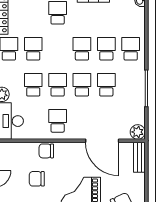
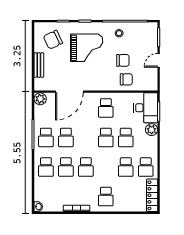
school desk: (82, 85) -> (46, 137), moved
door: (102, 141) -> (69, 92), swing flipped
chair: (46, 151) -> (126, 79), moved
bench: (139, 157) -> (39, 65), moved

